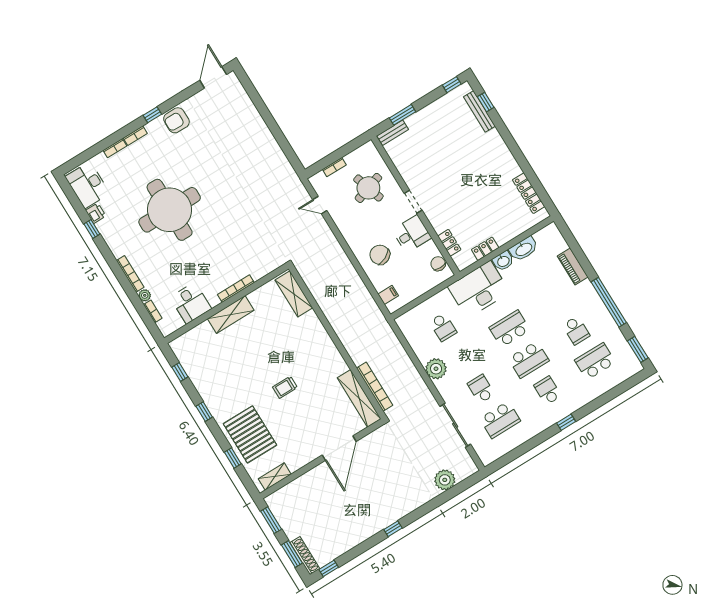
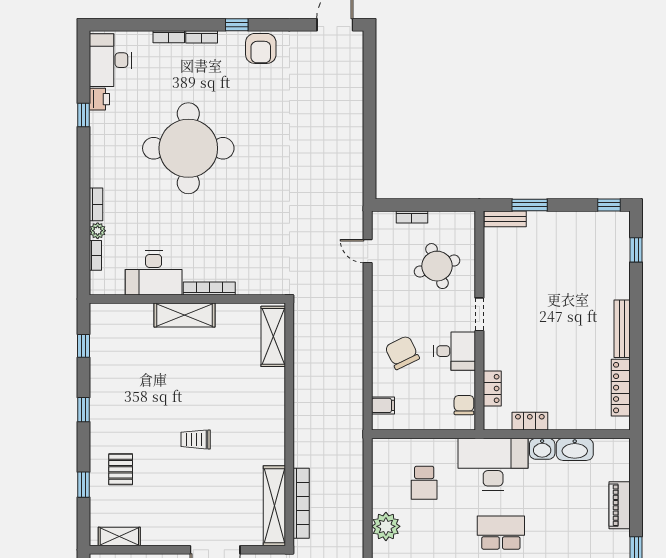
bench: (479, 112) -> (622, 329), moved
armchair: (176, 120) -> (261, 48), turned -90
bookcase: (130, 274) -> (96, 204), width x0.64
desk: (191, 303) -> (154, 273), width x1.37
pallet: (250, 434) -> (121, 469), width x0.49, depth x0.50

